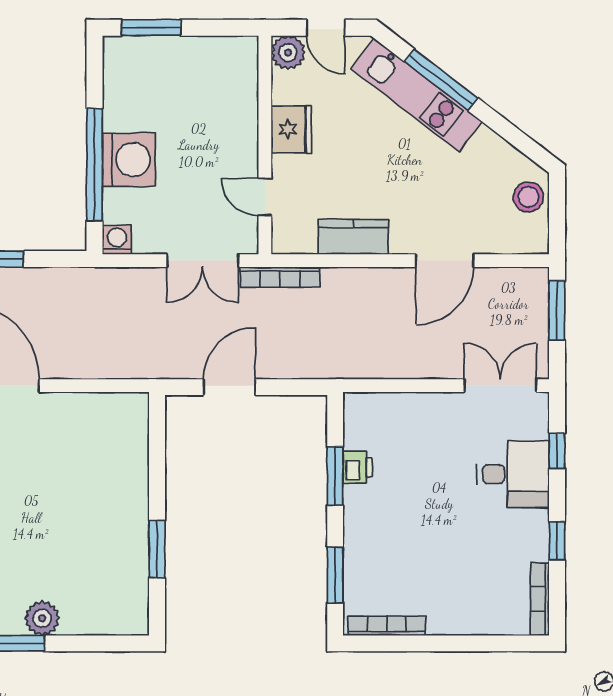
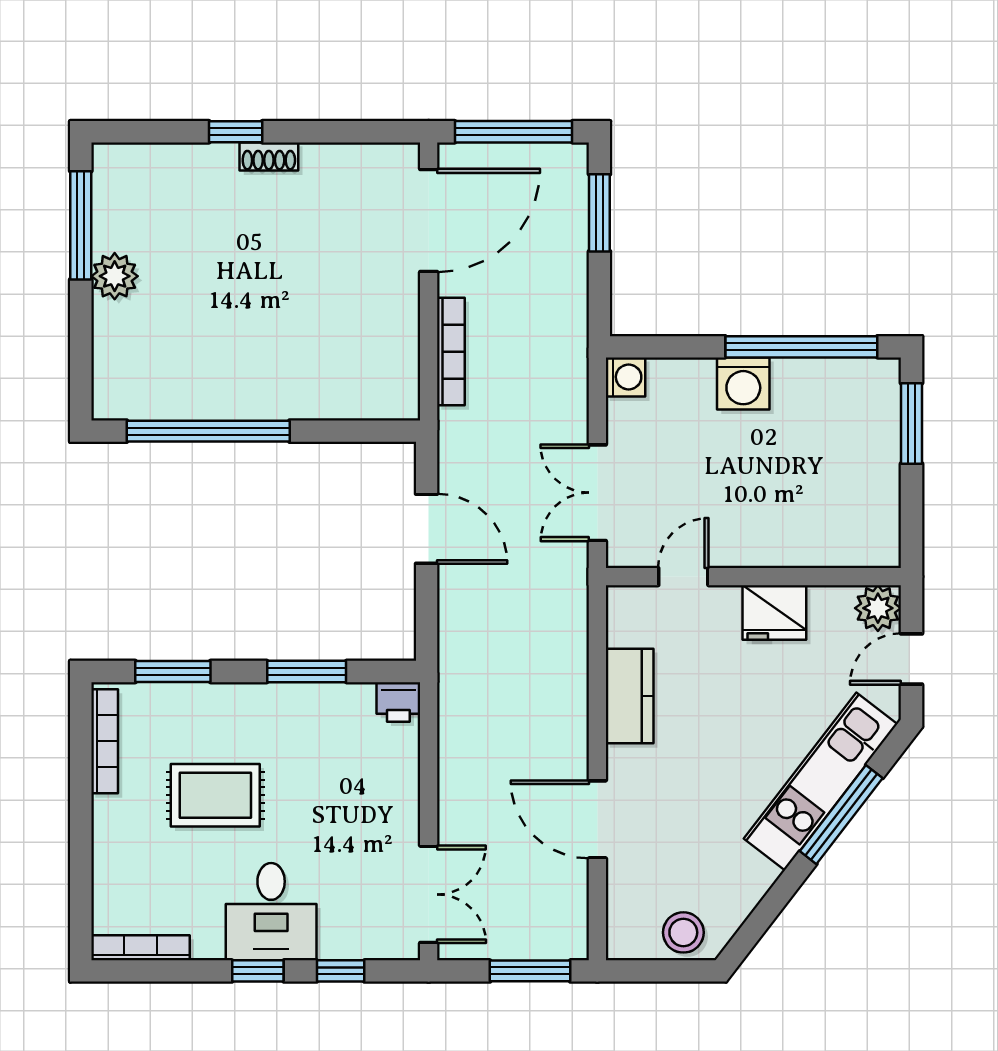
washing machine: (129, 160) -> (743, 384), width x0.73, depth x0.73
window: (94, 165) -> (801, 347), moved
bookcase: (280, 277) -> (451, 352), moved, turned 180
printer: (358, 467) -> (398, 702), moved
desk: (513, 474) -> (271, 912), moved
window: (557, 541) -> (258, 971), moved
rug: (427, 544) -> (215, 795), added
window: (157, 549) -> (208, 431), width x2.11

